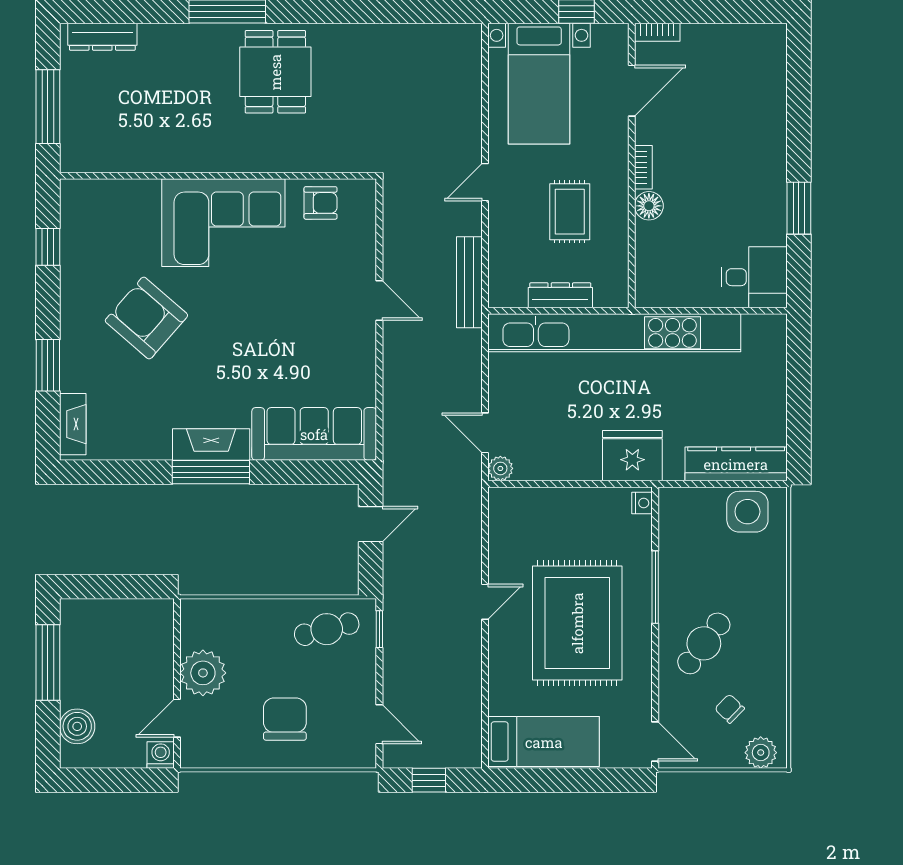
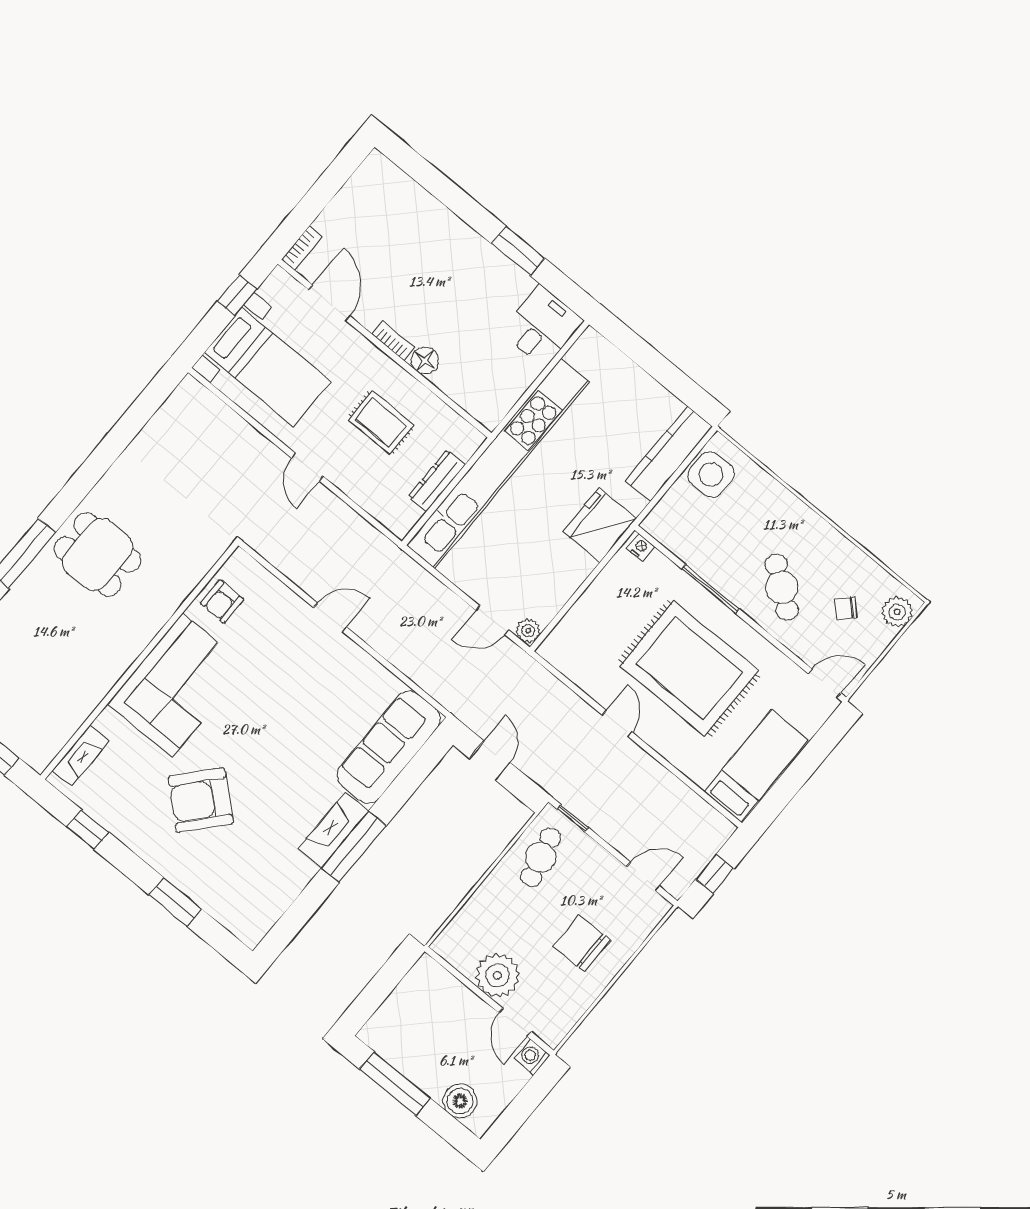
armchair: (321, 203) -> (222, 601), turned 180
bench: (469, 282) -> (371, 540), removed
fireplace: (73, 424) -> (81, 755), moved, turned 90

